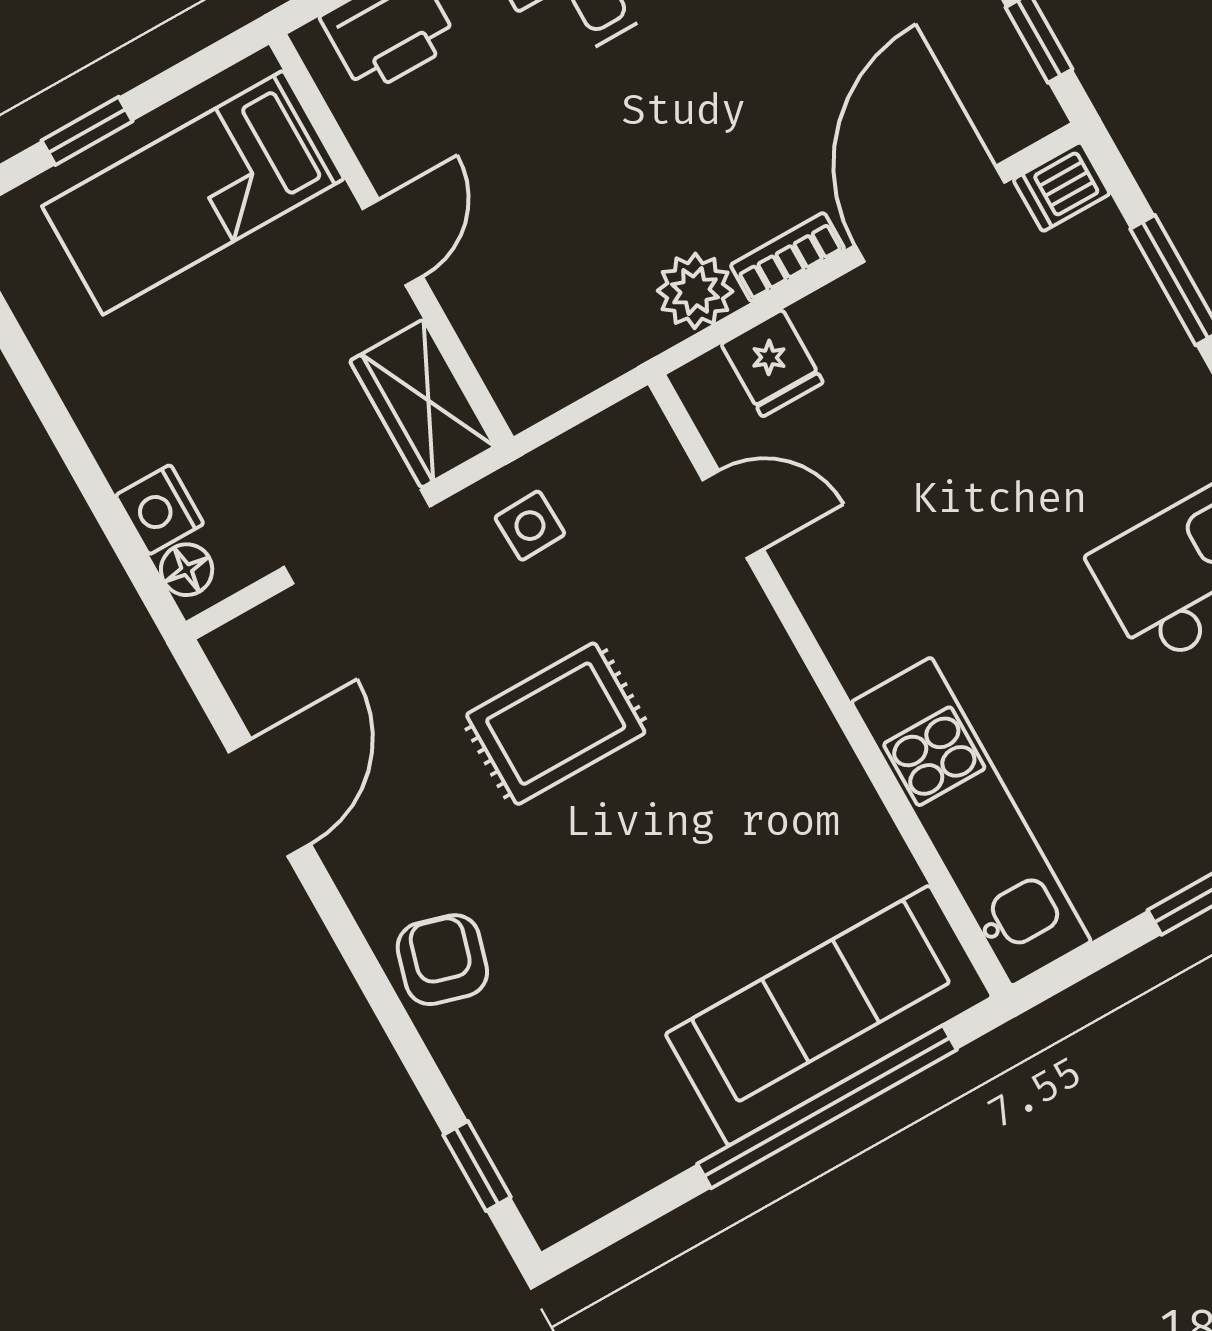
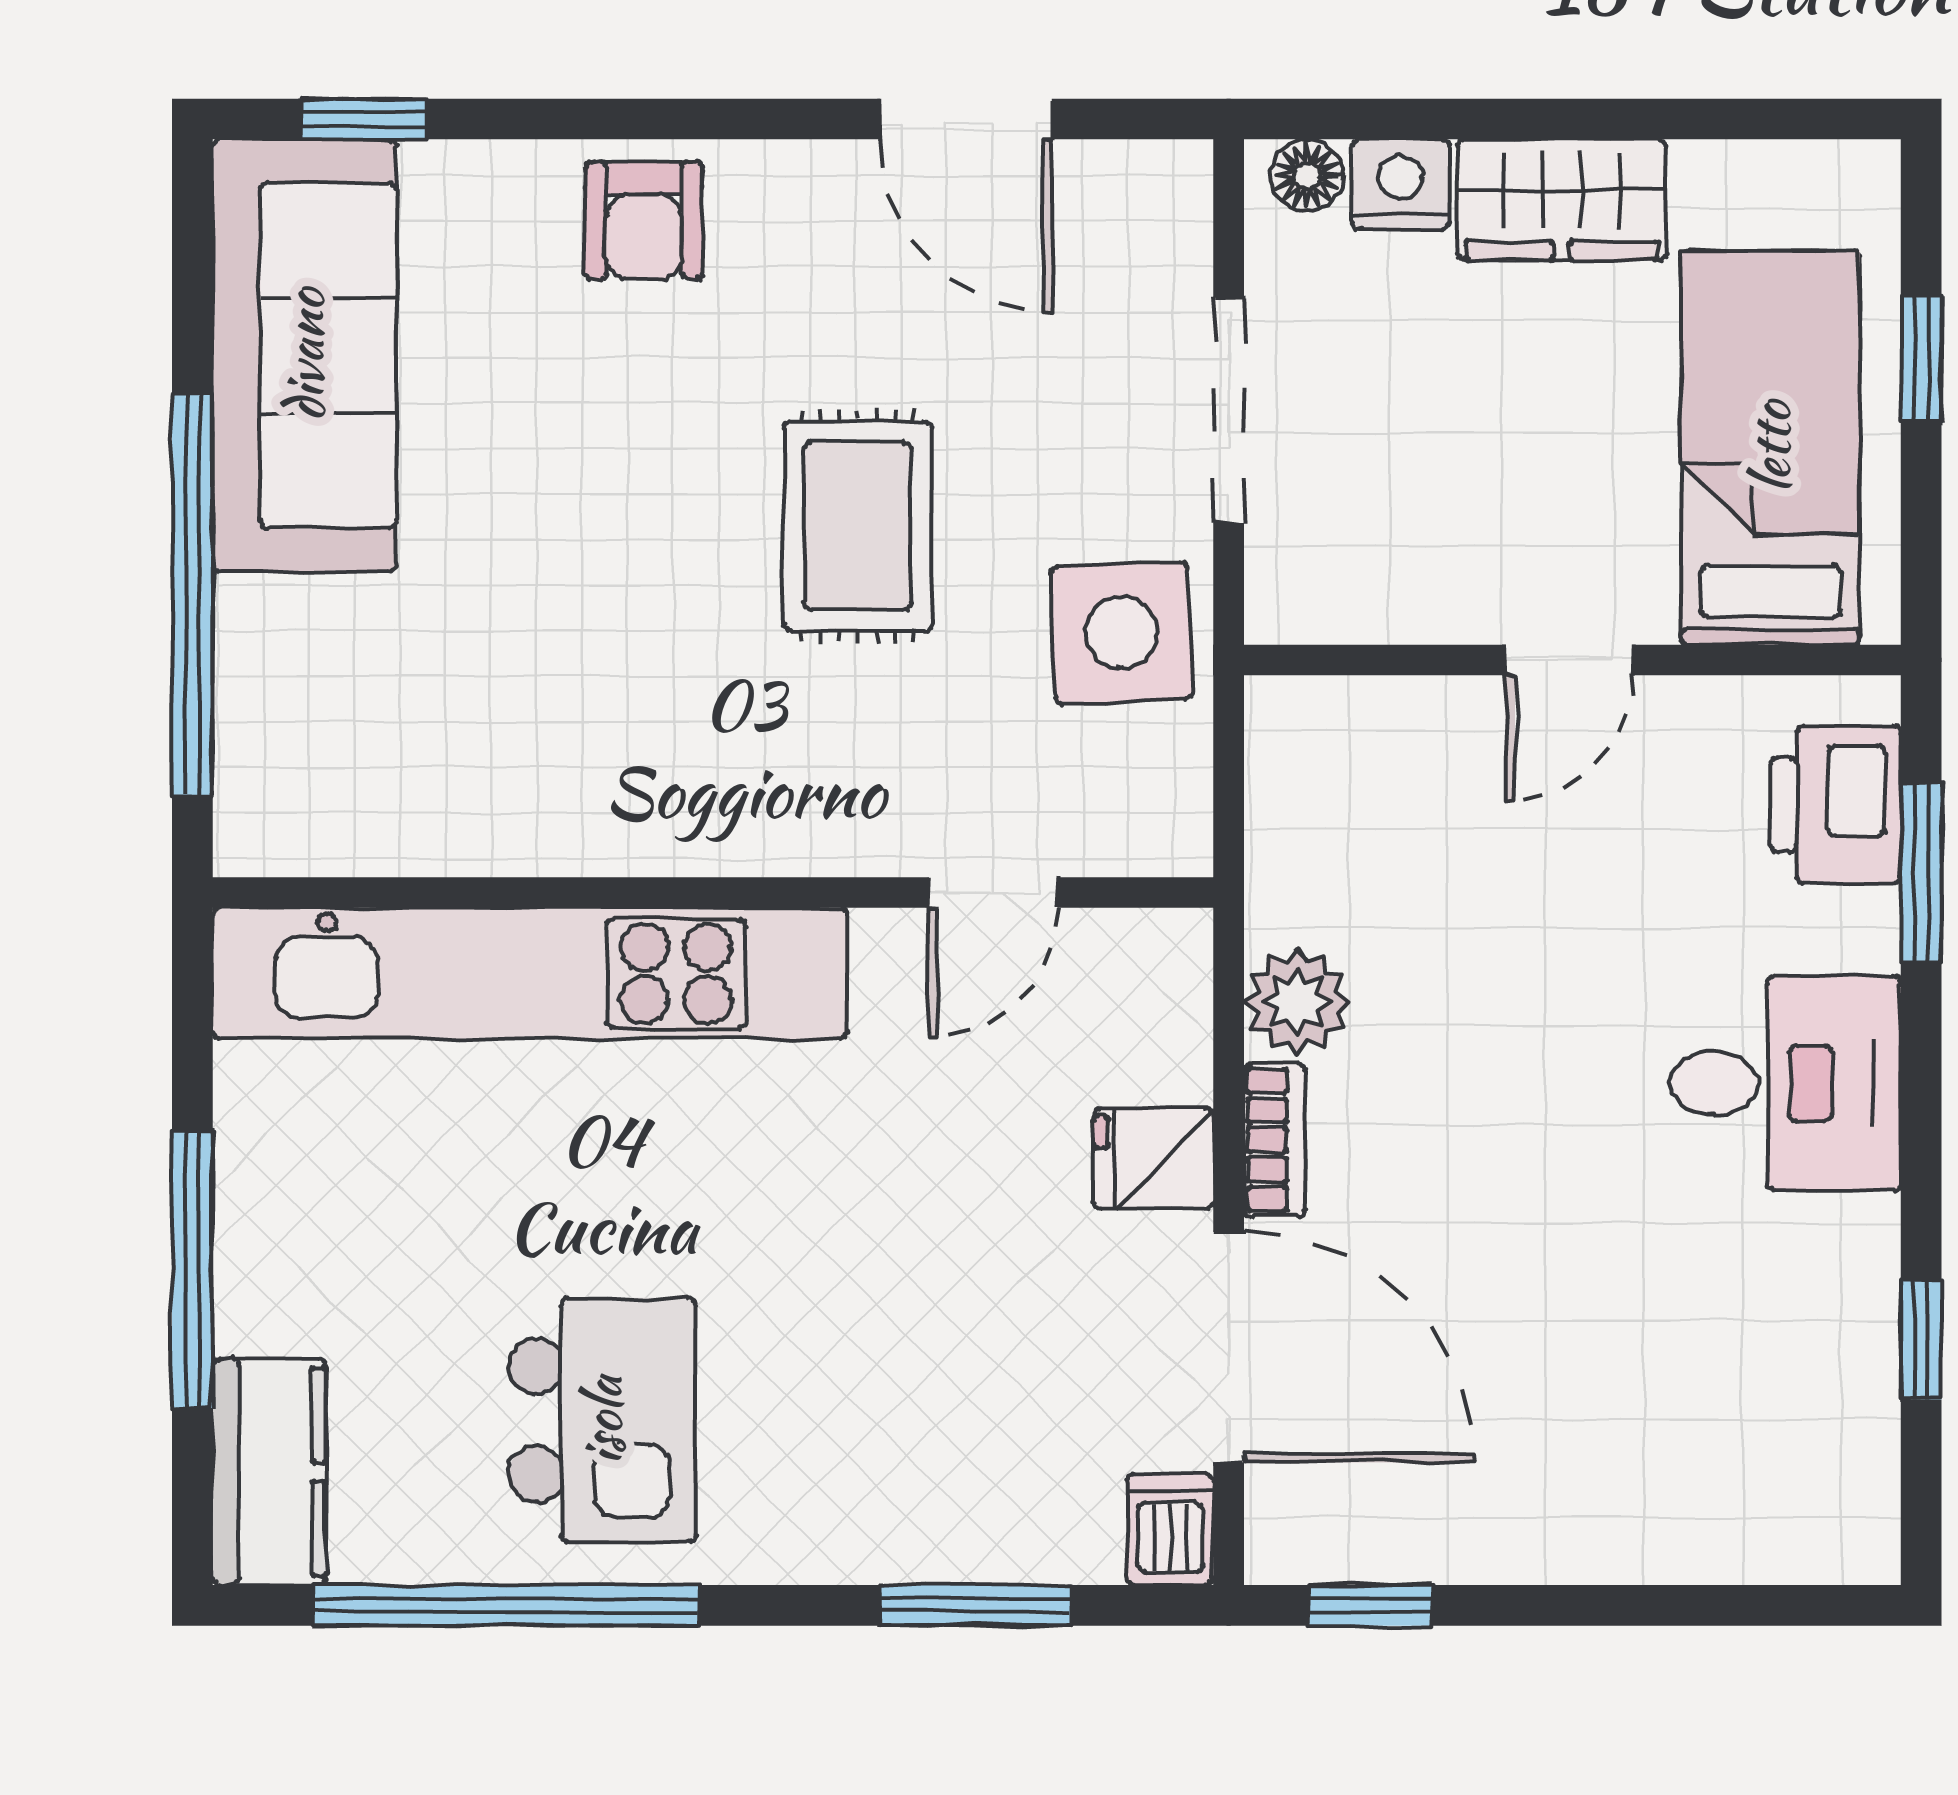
door: (392, 242) -> (1569, 660), hinge flipped
fridge: (772, 363) -> (1153, 1158), moved
wardrobe: (422, 404) -> (1562, 200), moved, turned 180
side table: (530, 526) -> (1121, 633), width x1.87, depth x1.87
kitchen unit: (971, 822) -> (530, 973), width x1.36
armchair: (442, 960) -> (644, 220), turned 74
sofa: (829, 1015) -> (304, 355), moved

